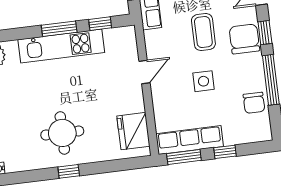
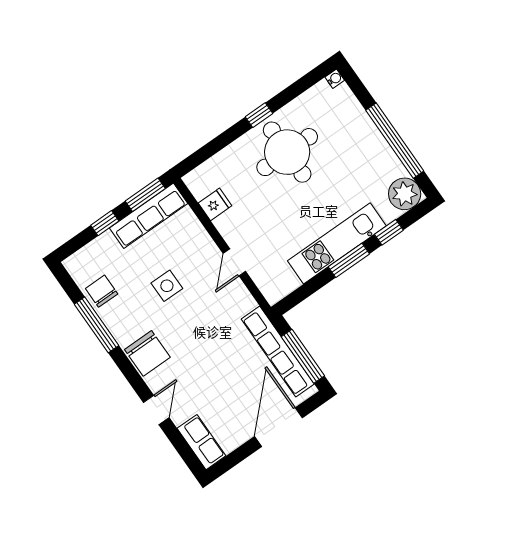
window: (100, 24) -> (389, 232), moved
coffee table: (203, 32) -> (195, 338), removed
window: (265, 33) -> (129, 372), removed
fridge: (133, 131) -> (215, 204), width x0.53, depth x0.75
round table: (62, 133) -> (287, 152), width x1.36, depth x1.36

